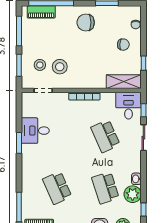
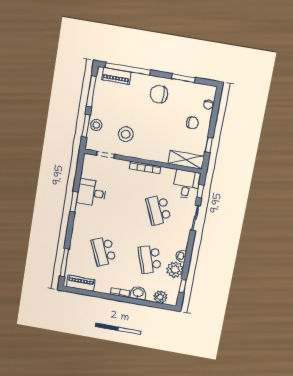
stool: (40, 65) -> (96, 125), moved

